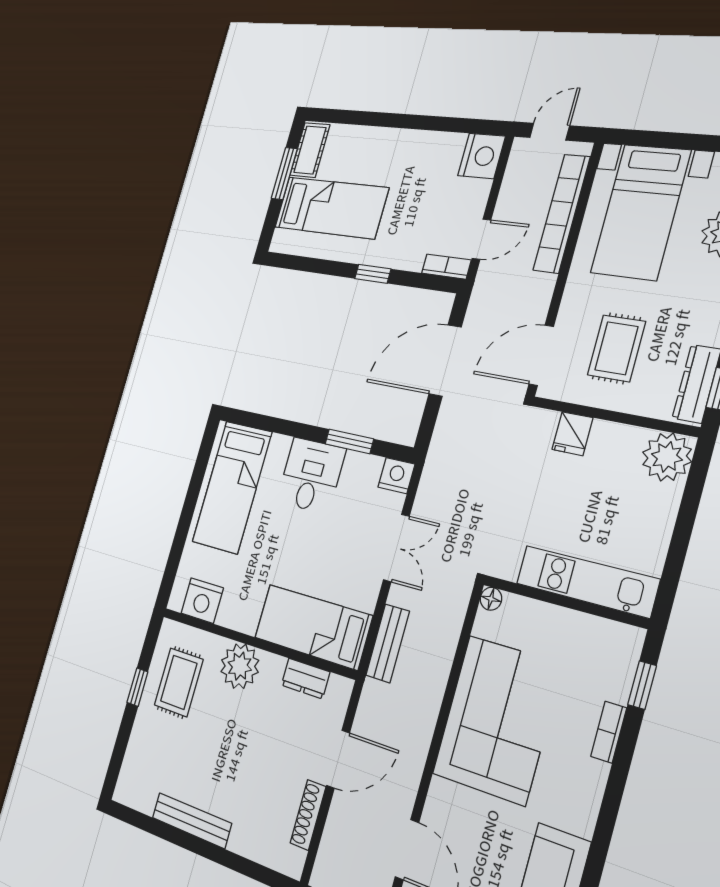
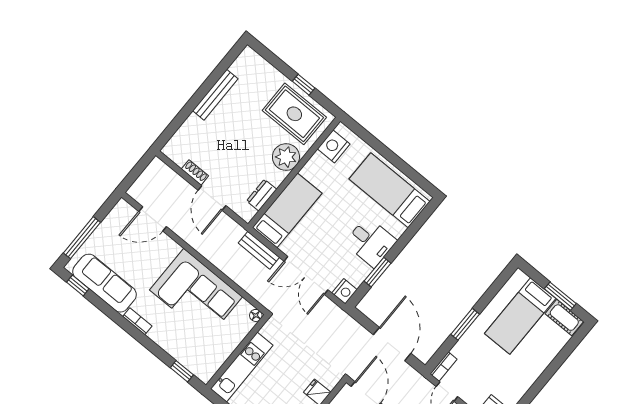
window: (373, 274) -> (465, 324), width x1.50
double door: (396, 548) -> (306, 275), width x1.37
rug: (179, 682) -> (294, 114), width x1.36, depth x1.43
bookcase: (609, 732) -> (137, 321), moved
shoe rack: (308, 815) -> (195, 172), width x0.70

